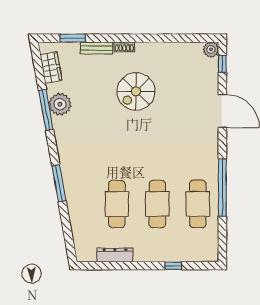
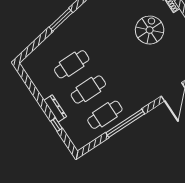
spiral stairs: (136, 91) -> (150, 30), turned 90
dresser: (115, 255) -> (55, 108), moved

